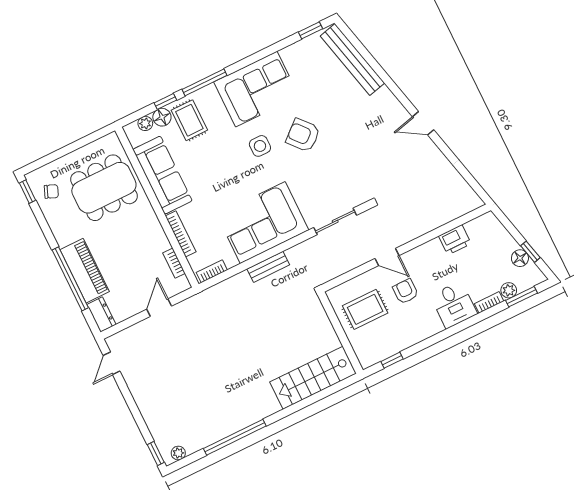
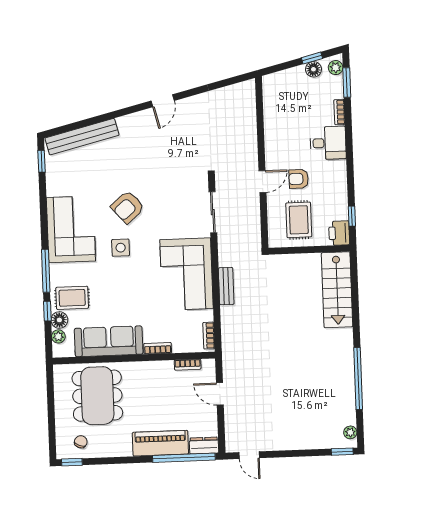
bookcase: (181, 234) -> (158, 348), width x0.64
printer: (455, 240) -> (339, 233), moved, turned 180
window: (70, 279) -> (184, 458), moved
plant: (509, 290) -> (336, 68), moved

